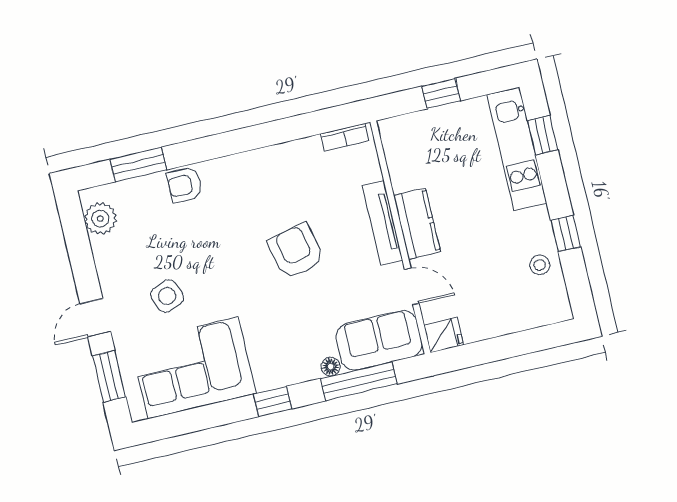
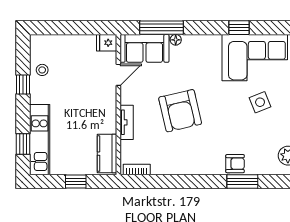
window: (138, 165) -> (242, 181), moved
tv unit: (383, 223) -> (127, 122), width x0.71
kitchen counter: (417, 224) -> (107, 154), moved
armchair: (296, 251) -> (180, 111), width x1.36, depth x1.36
door: (412, 286) -> (118, 75), swing flipped
window: (273, 401) -> (239, 28), moved

